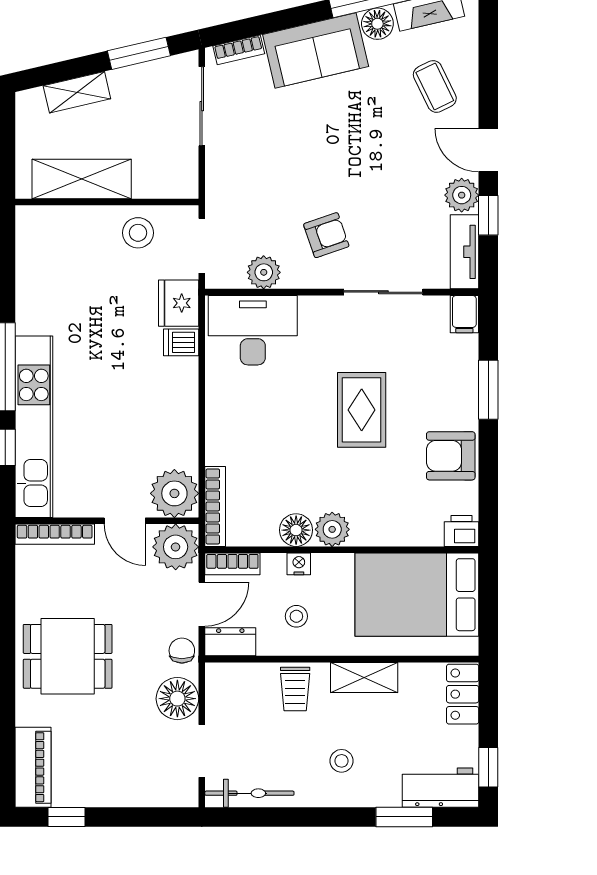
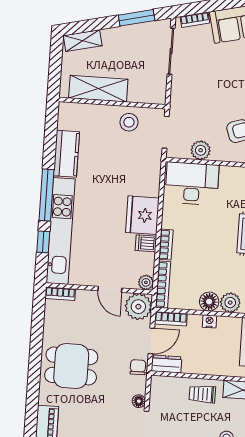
shelving: (77, 92) -> (83, 41), moved
kitchen counter: (35, 294) -> (66, 154), added
fridge: (179, 303) -> (142, 215), moved, width x1.36, depth x1.34
dishwasher: (181, 342) -> (146, 243), moved
bookcase: (215, 438) -> (166, 245), added
plant: (174, 493) -> (146, 282), width x0.53, depth x0.53
bookcase: (55, 534) -> (60, 294), width x0.64
stool: (296, 616) -> (206, 352), removed
trolley: (295, 689) -> (202, 394), turned 90
floor lamp: (177, 699) -> (139, 401), width x0.53, depth x0.53

